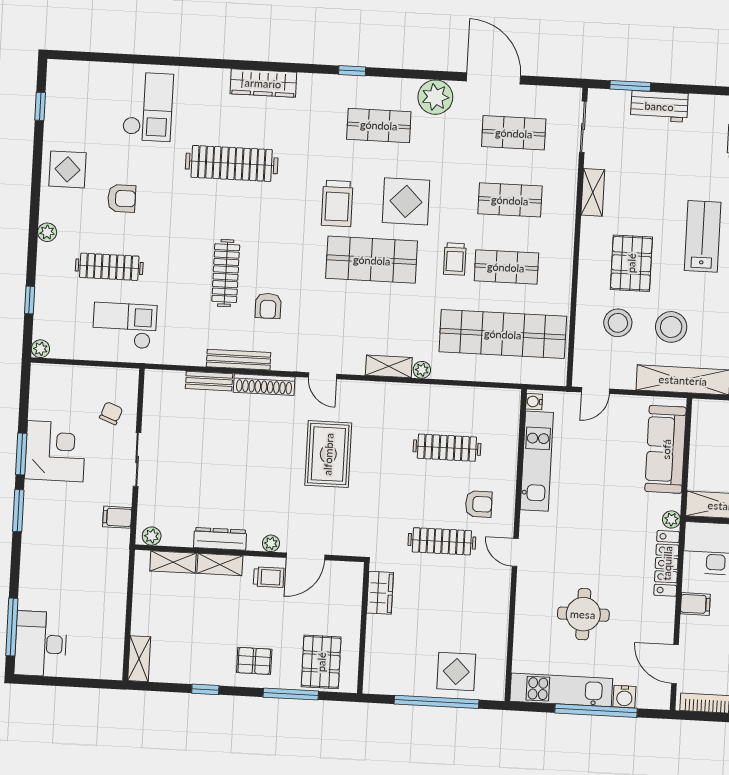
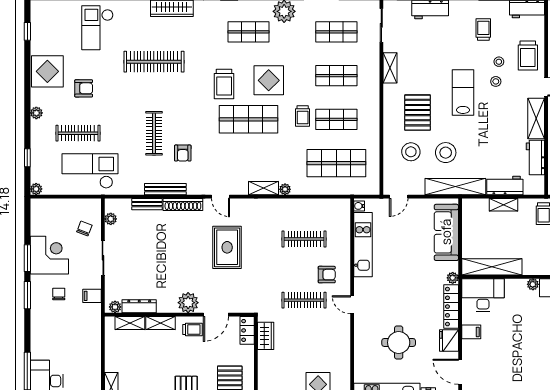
checkout: (148, 107) -> (98, 28), turned 180
display table: (68, 169) -> (47, 71), width x1.36, depth x1.36
checkout: (125, 326) -> (90, 171), width x1.36, depth x1.21
shop shelf: (503, 334) -> (336, 163), width x0.71
plant: (152, 401) -> (111, 219), added
chair: (66, 512) -> (59, 294), added
dresser: (220, 539) -> (139, 306), moved
plant: (271, 543) -> (188, 303), width x1.87, depth x1.87
locker: (352, 583) -> (247, 330), added
fridge: (661, 615) -> (449, 341), added

